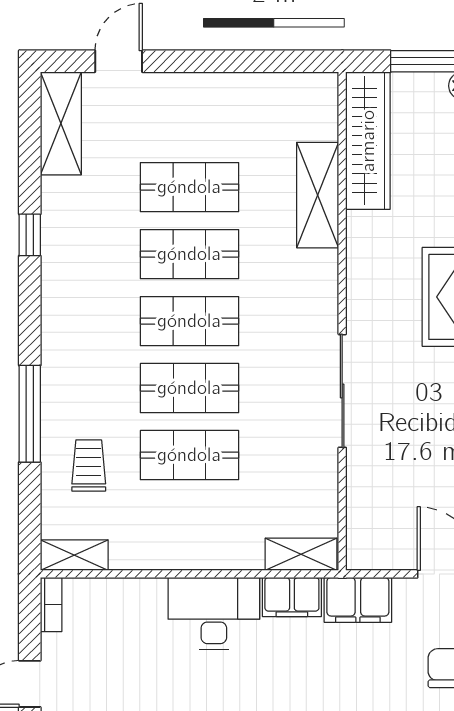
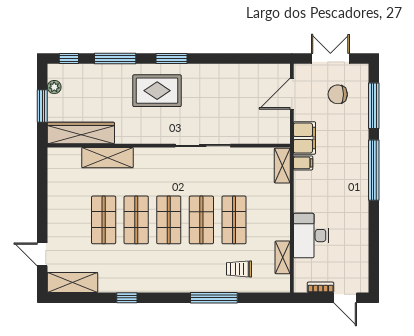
shelving: (74, 555) -> (283, 257), moved
filing cabinet: (292, 597) -> (303, 163), width x0.50
bookcase: (51, 604) -> (321, 287), moved
desk: (214, 613) -> (311, 236), moved

